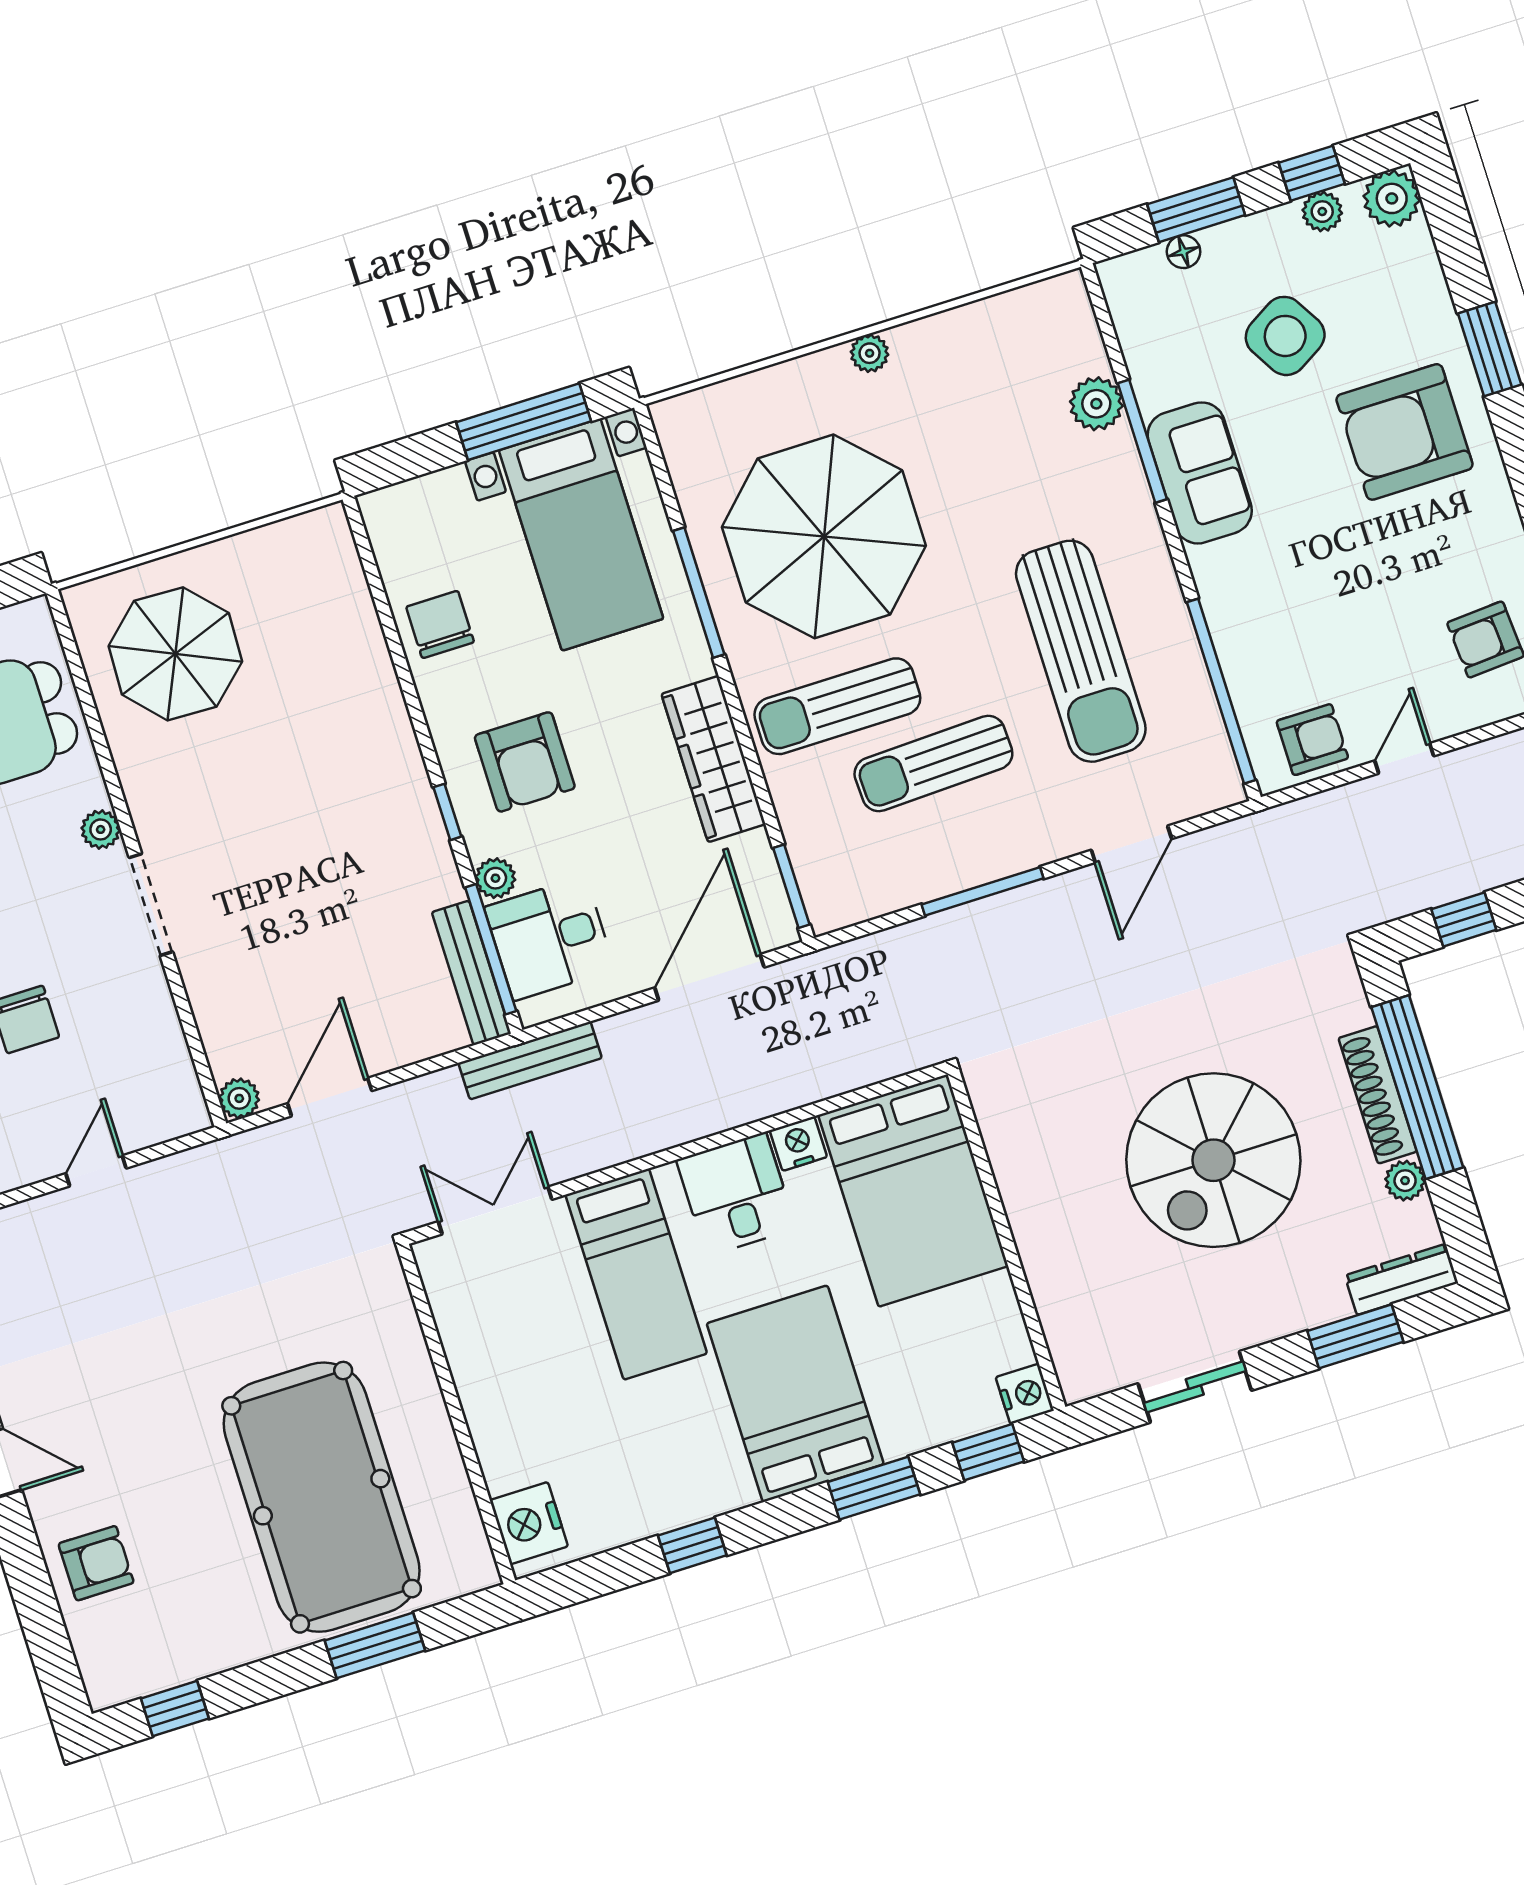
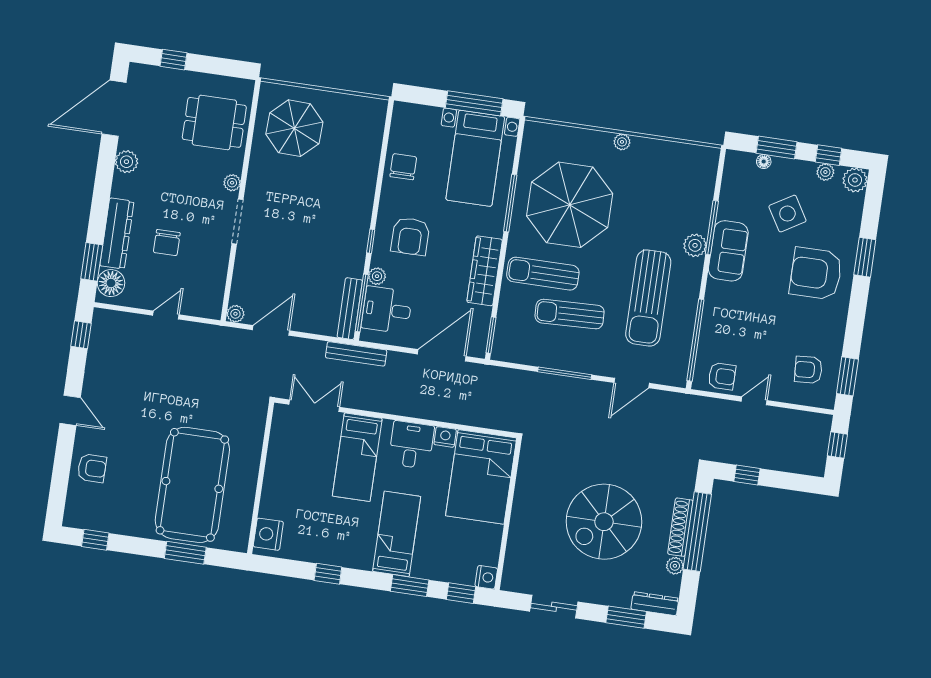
plant: (1096, 404) -> (695, 245), moved
bed: (795, 1394) -> (397, 534), width x0.67

